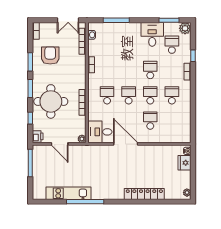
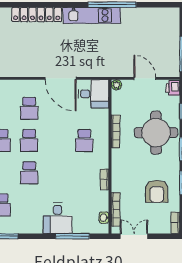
desk: (152, 34) -> (58, 218), moved
school desk: (129, 95) -> (57, 140), removed
kitchen unit: (69, 193) -> (92, 15), moved

